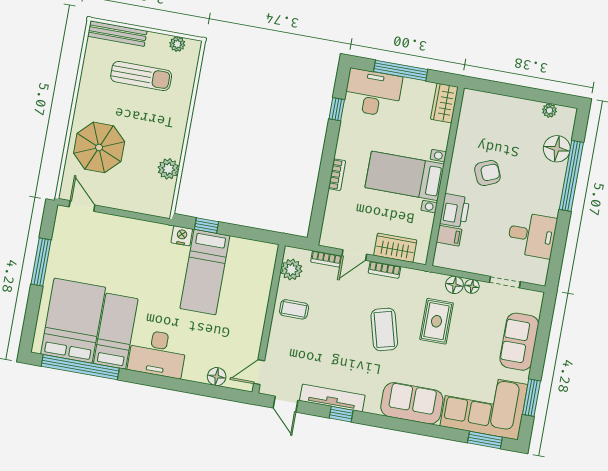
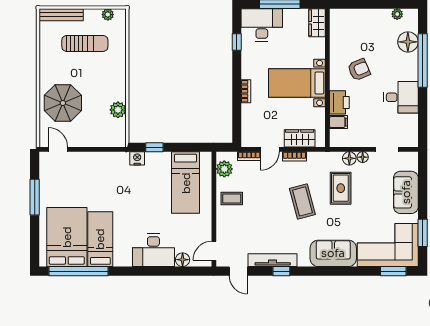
desk: (532, 235) -> (401, 97), moved
bed: (205, 272) -> (186, 183), moved
desk: (157, 353) -> (153, 250), moved

